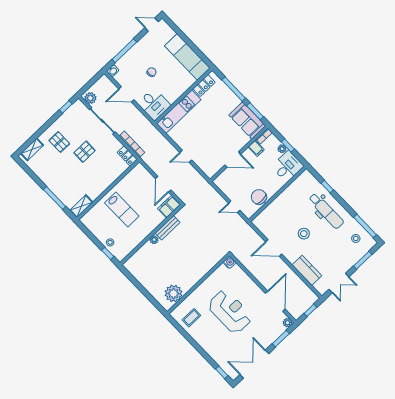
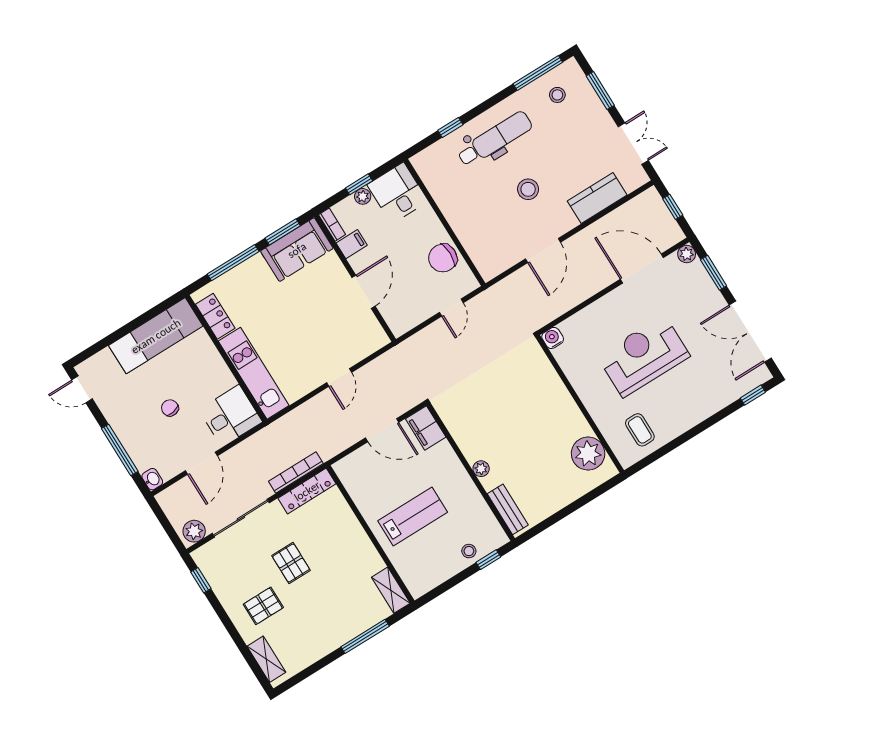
door: (152, 25) -> (82, 389), hinge flipped
locker: (127, 156) -> (307, 491), width x1.53
bench: (167, 228) -> (508, 509), moved

